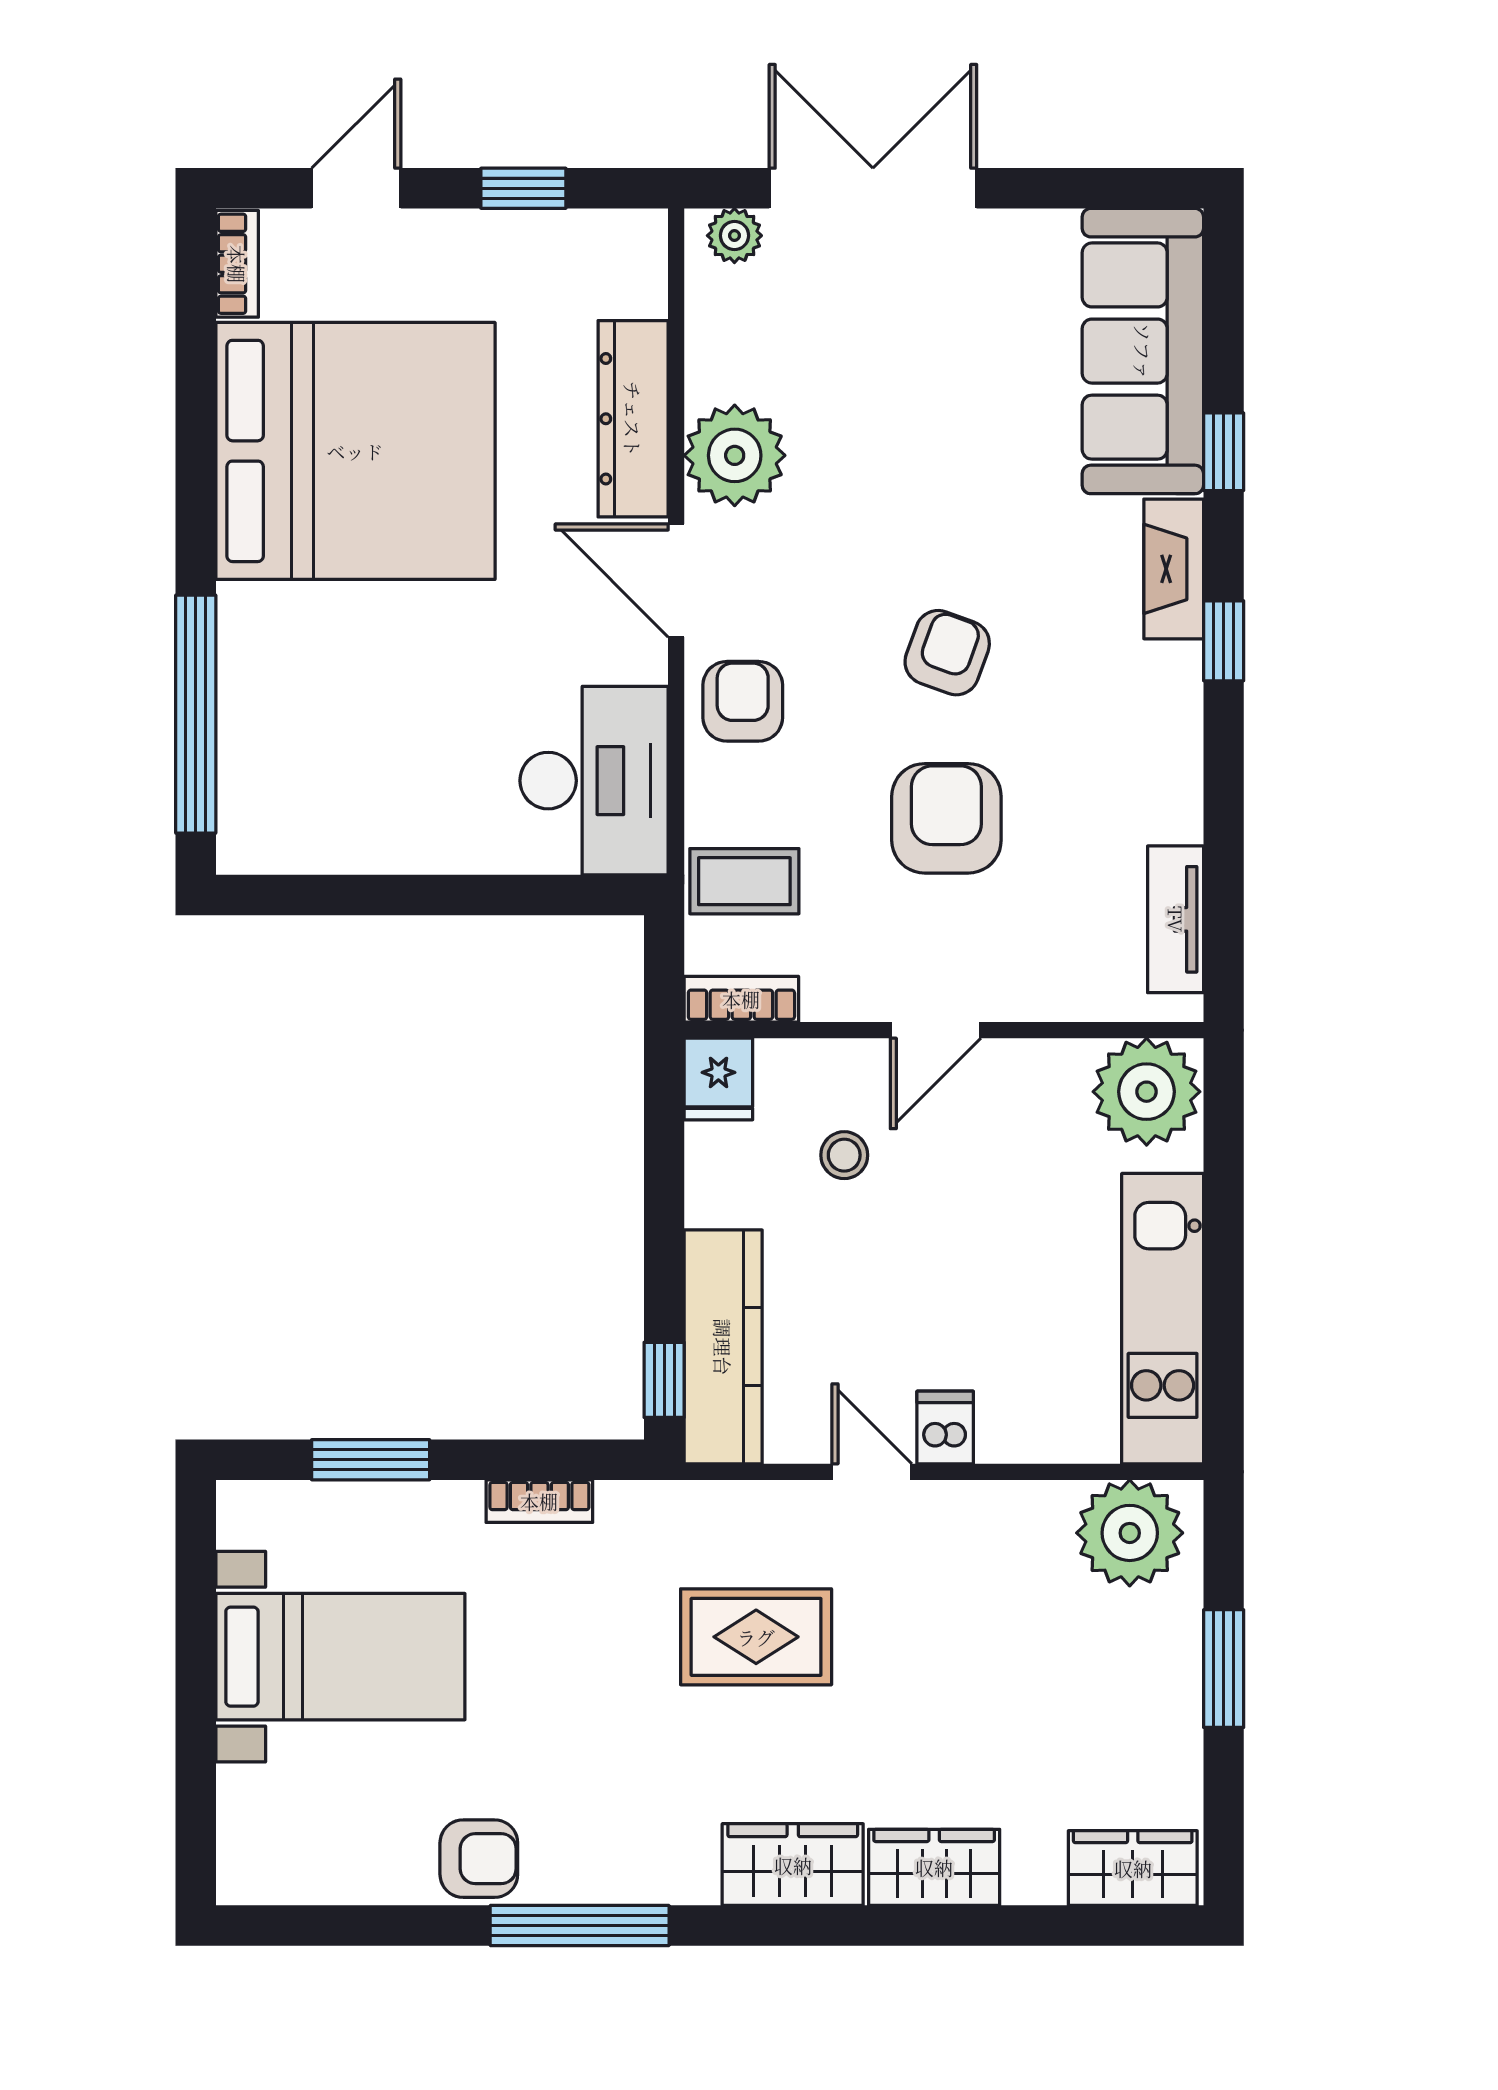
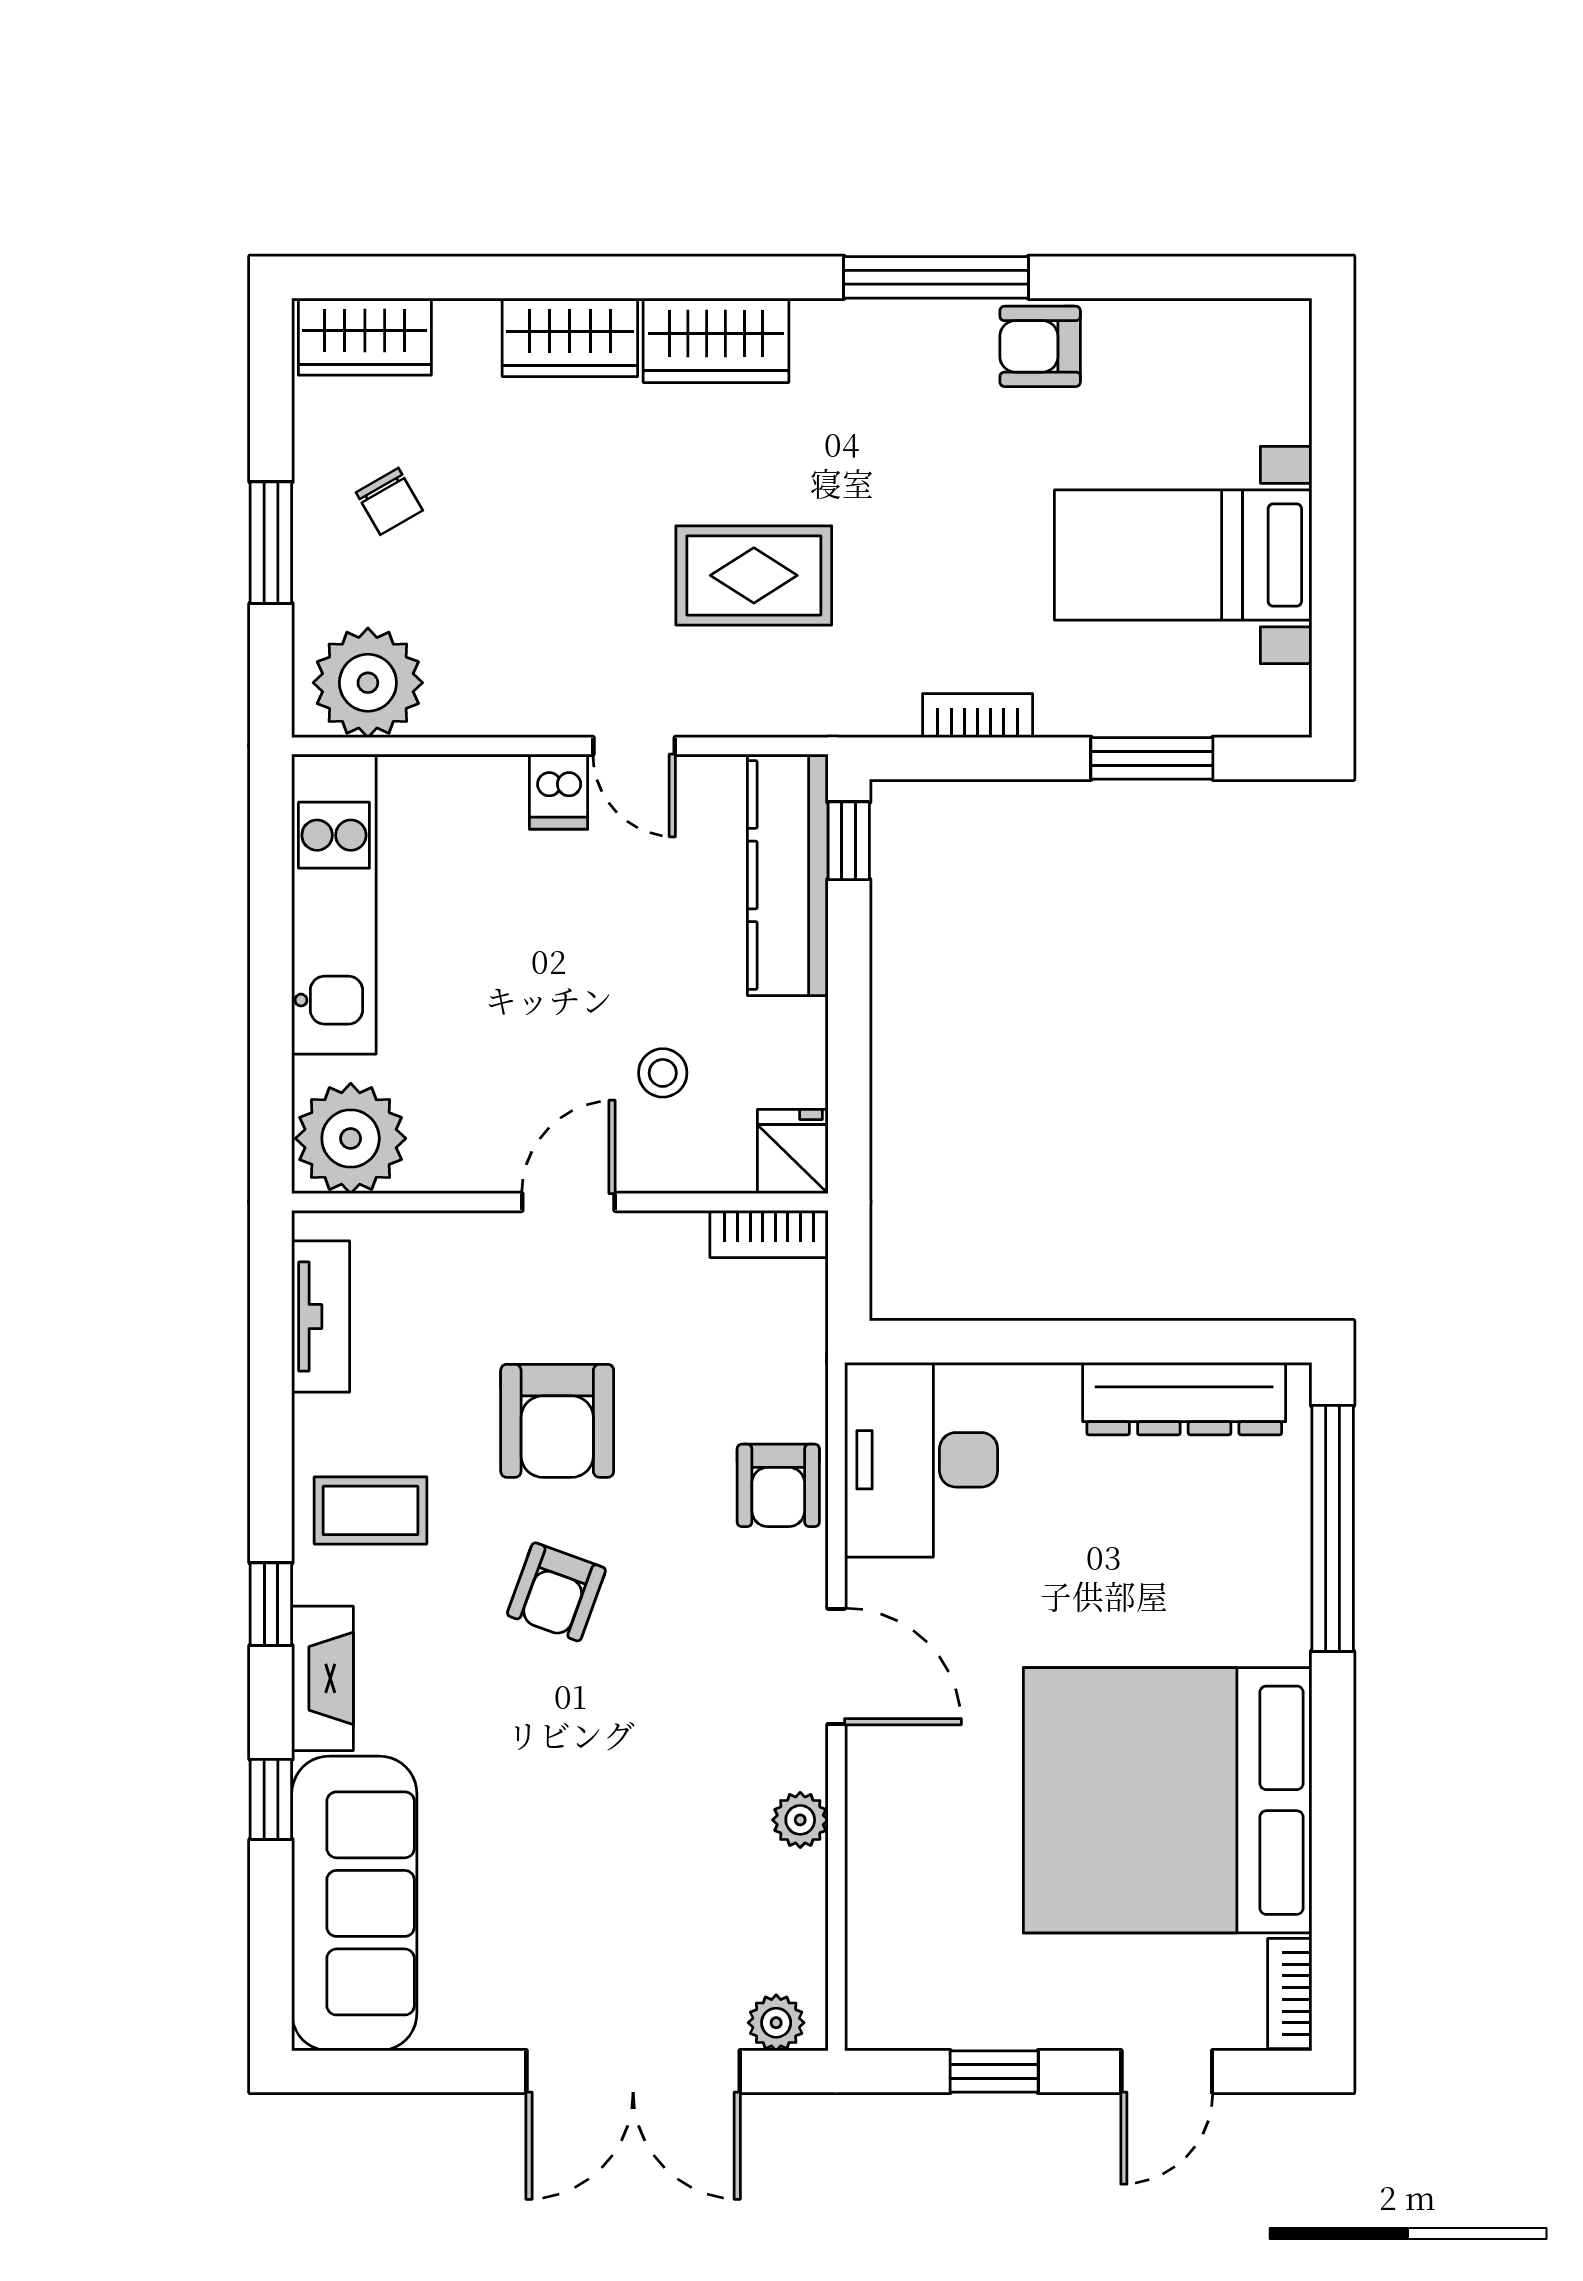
dresser: (633, 419) -> (1184, 1399), moved, turned 90
plant: (735, 455) -> (800, 1820), width x0.53, depth x0.53
armchair: (743, 701) -> (778, 1485), moved
coffee table: (744, 881) -> (371, 1510), moved
chair: (1109, 1709) -> (389, 501), added

